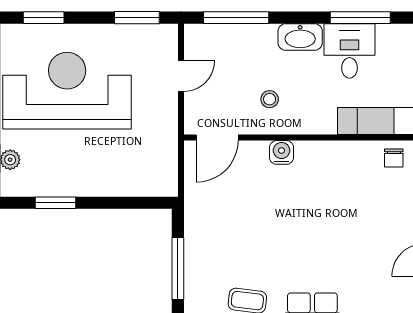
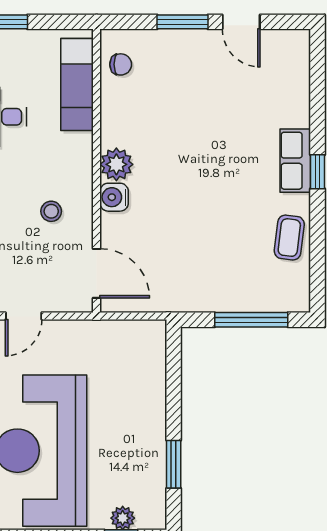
door: (181, 76) -> (24, 316), swing flipped
plant: (309, 154) -> (116, 164), added

